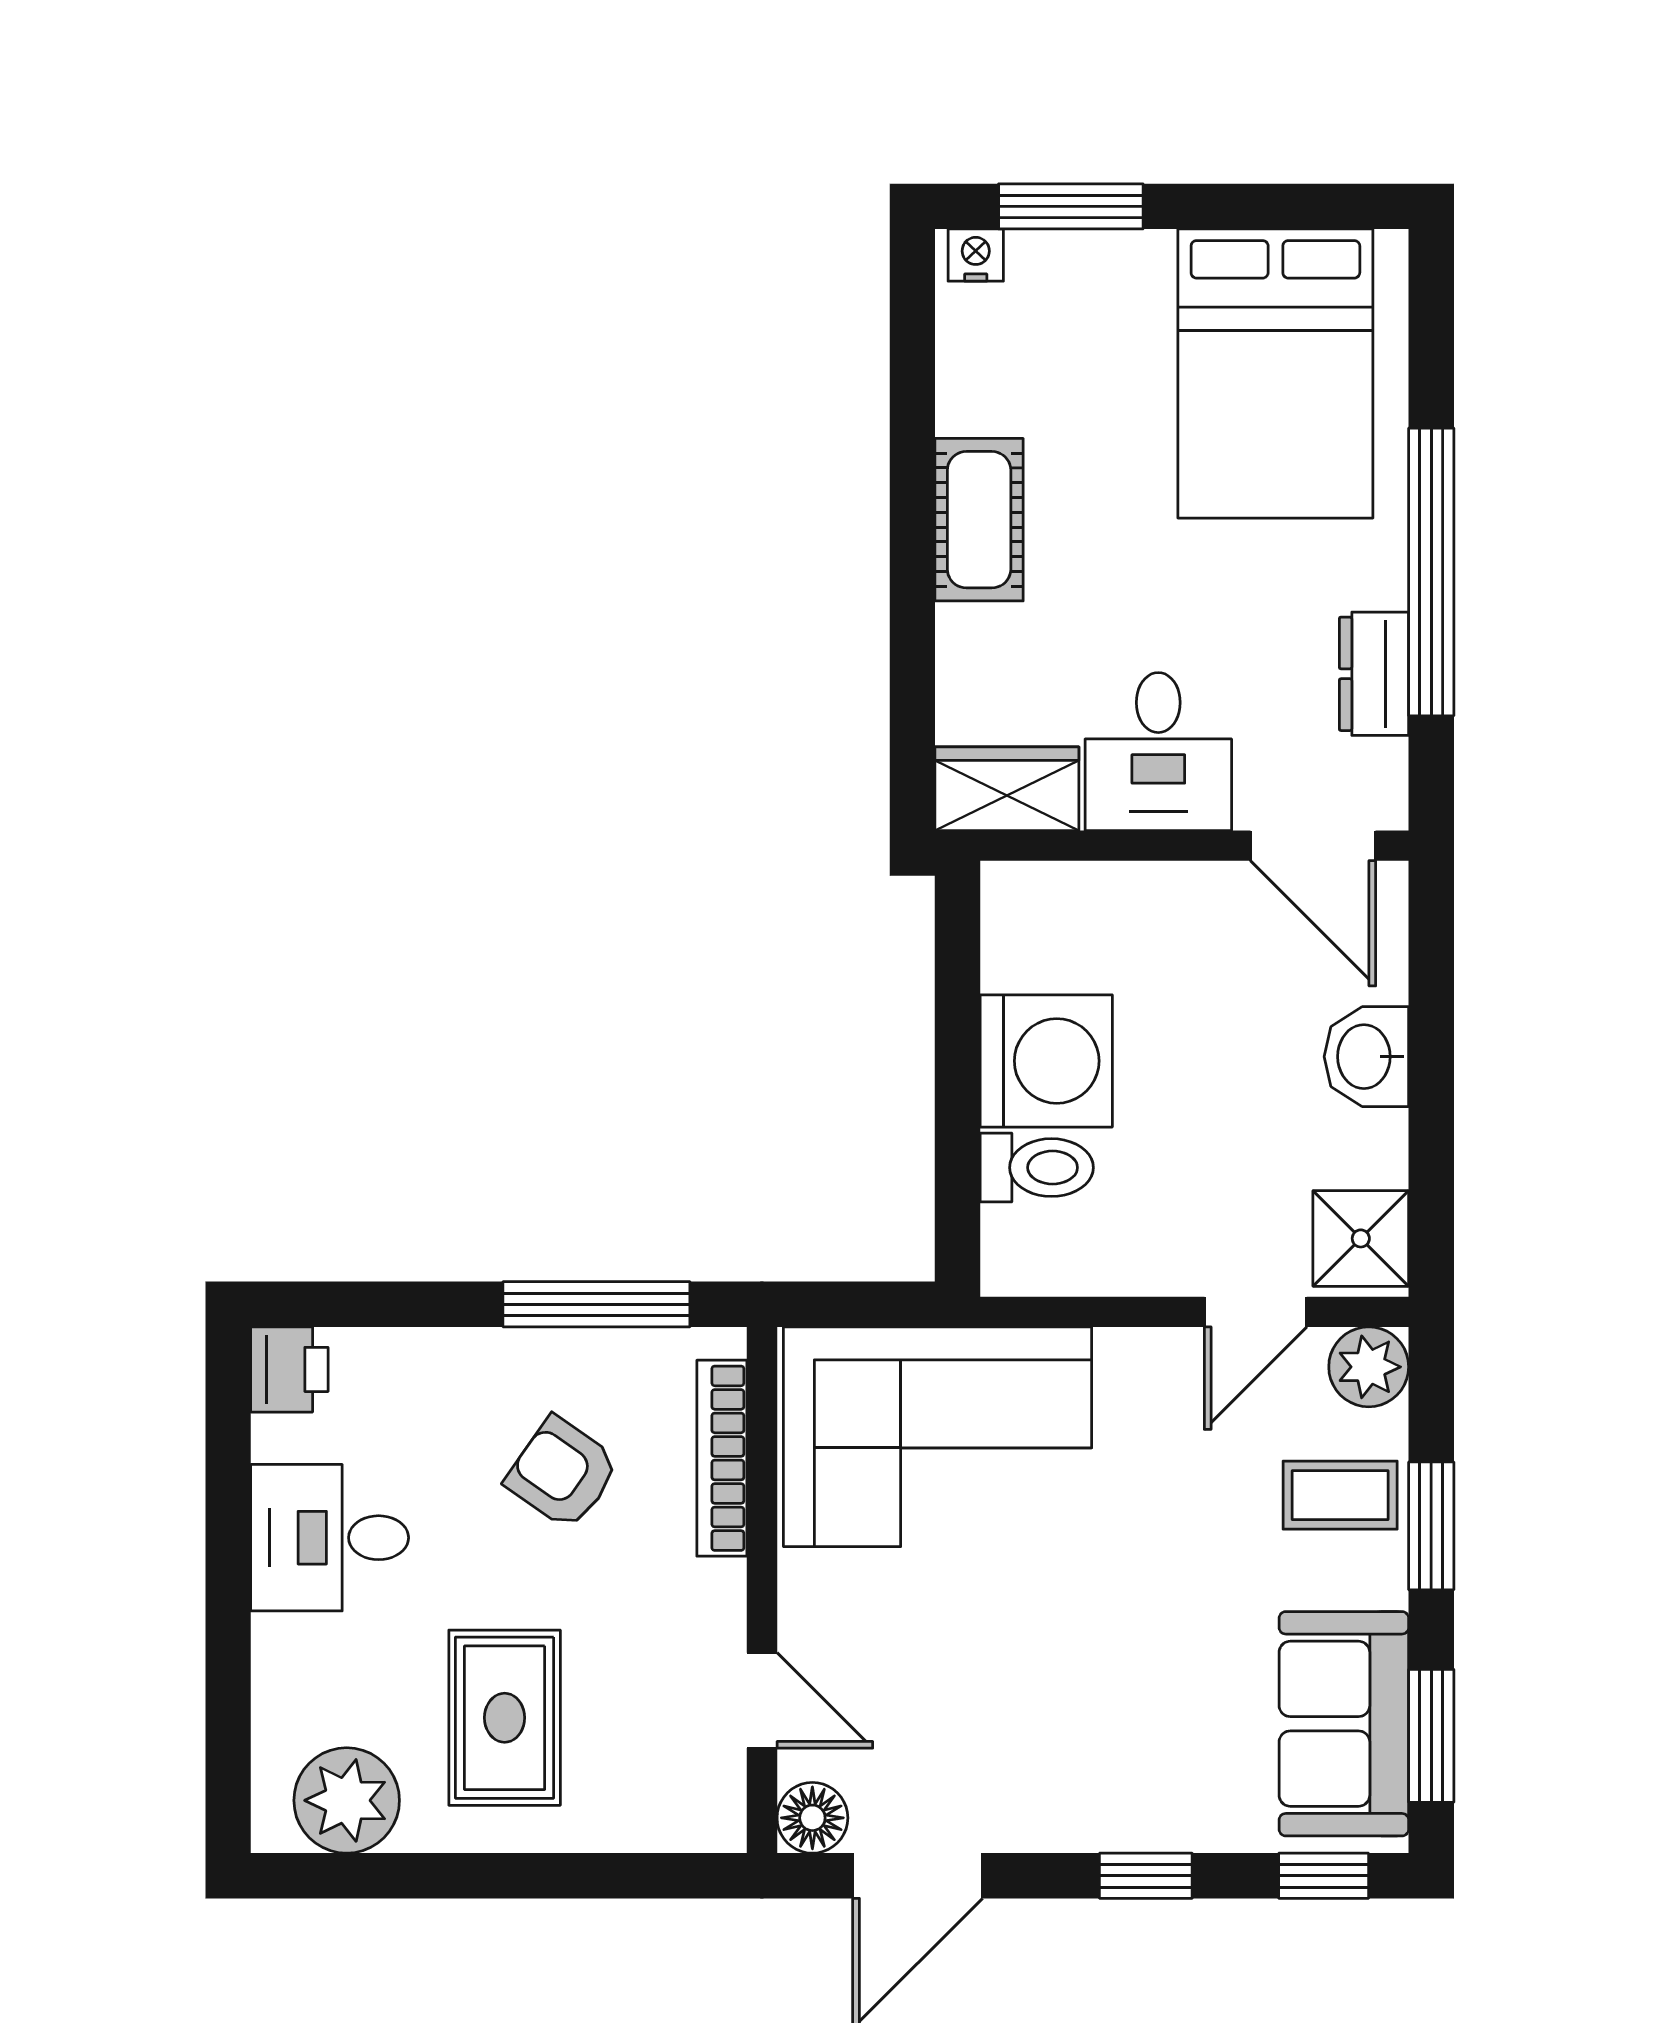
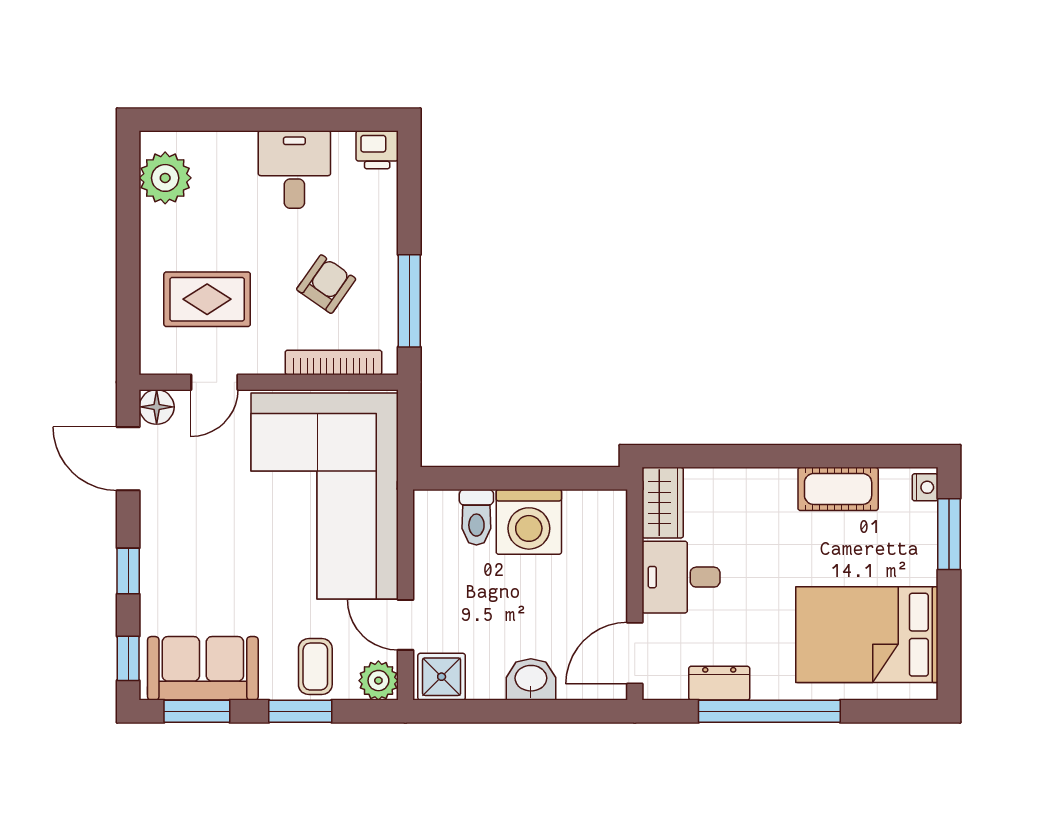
cot: (979, 520) -> (838, 489), moved
corner sofa: (938, 1437) -> (325, 496), width x1.36, depth x1.36
rug: (505, 1718) -> (207, 299), moved

